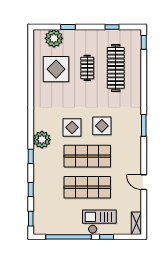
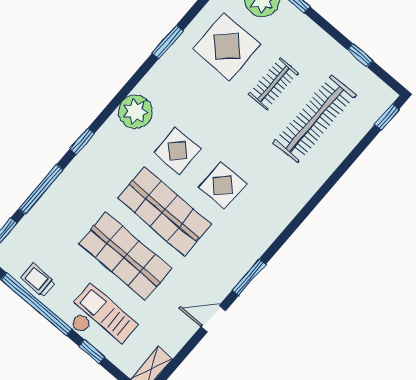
window: (31, 88) -> (168, 42), added
window: (144, 125) -> (249, 277), moved
plant: (42, 140) -> (135, 112), moved
door: (144, 182) -> (213, 319), hinge flipped
window: (31, 190) -> (41, 189), width x2.17
trolley: (61, 227) -> (38, 280), added

